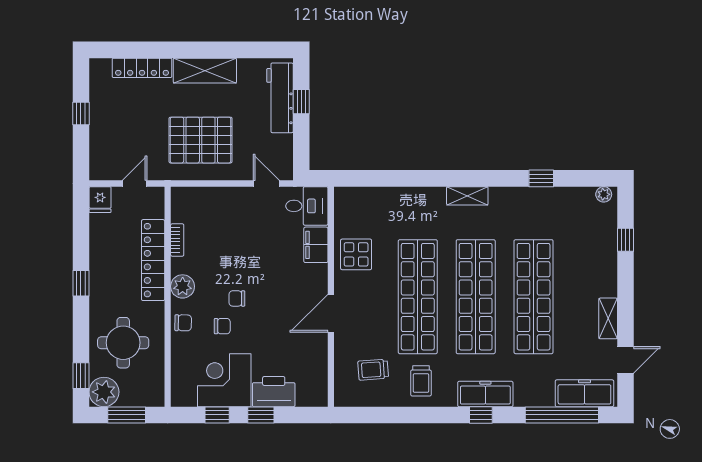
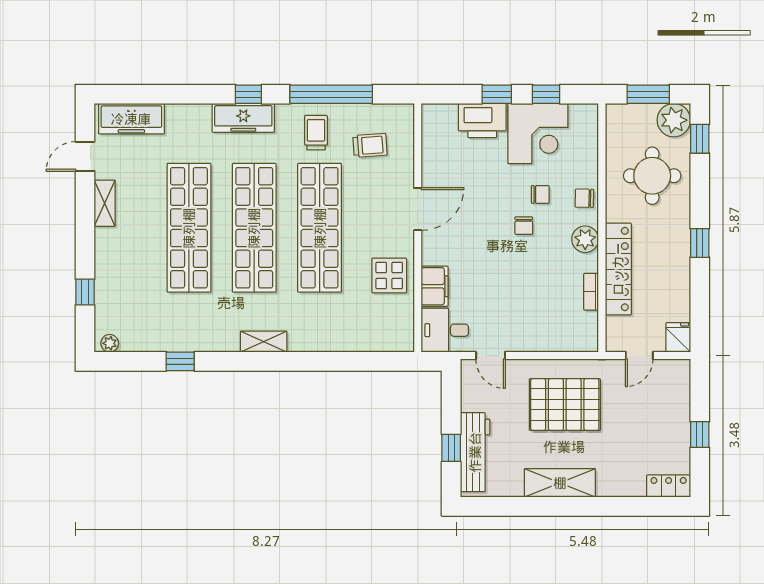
locker: (142, 68) -> (669, 486), moved, width x0.66
chair: (237, 298) -> (524, 226), turned 90
chair: (222, 326) -> (540, 194), turned 180
window: (562, 415) -> (331, 94), moved

